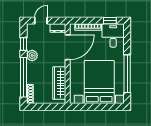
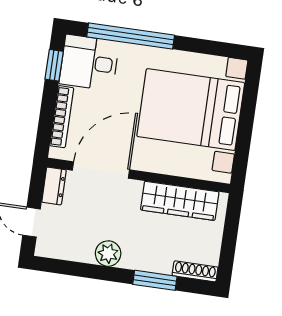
window: (23, 44) -> (79, 269), removed
door: (68, 47) -> (101, 170), hinge flipped
window: (127, 74) -> (131, 36), moved
window: (23, 77) -> (155, 280), width x0.47

